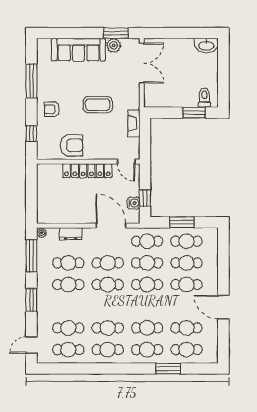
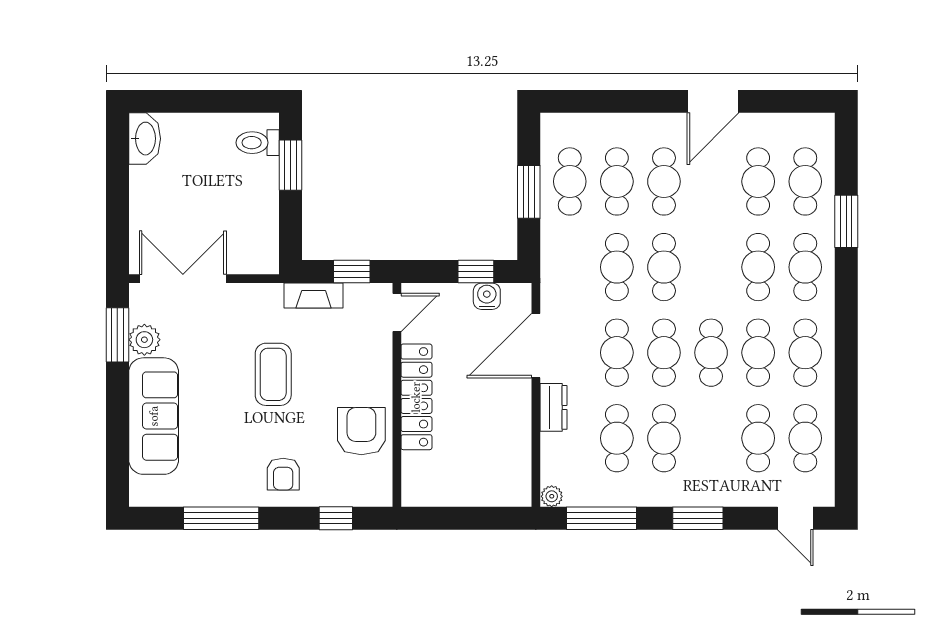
window: (145, 141) -> (352, 272), added
dresser: (71, 234) -> (554, 407), moved
cafe table: (147, 241) -> (711, 353), moved

